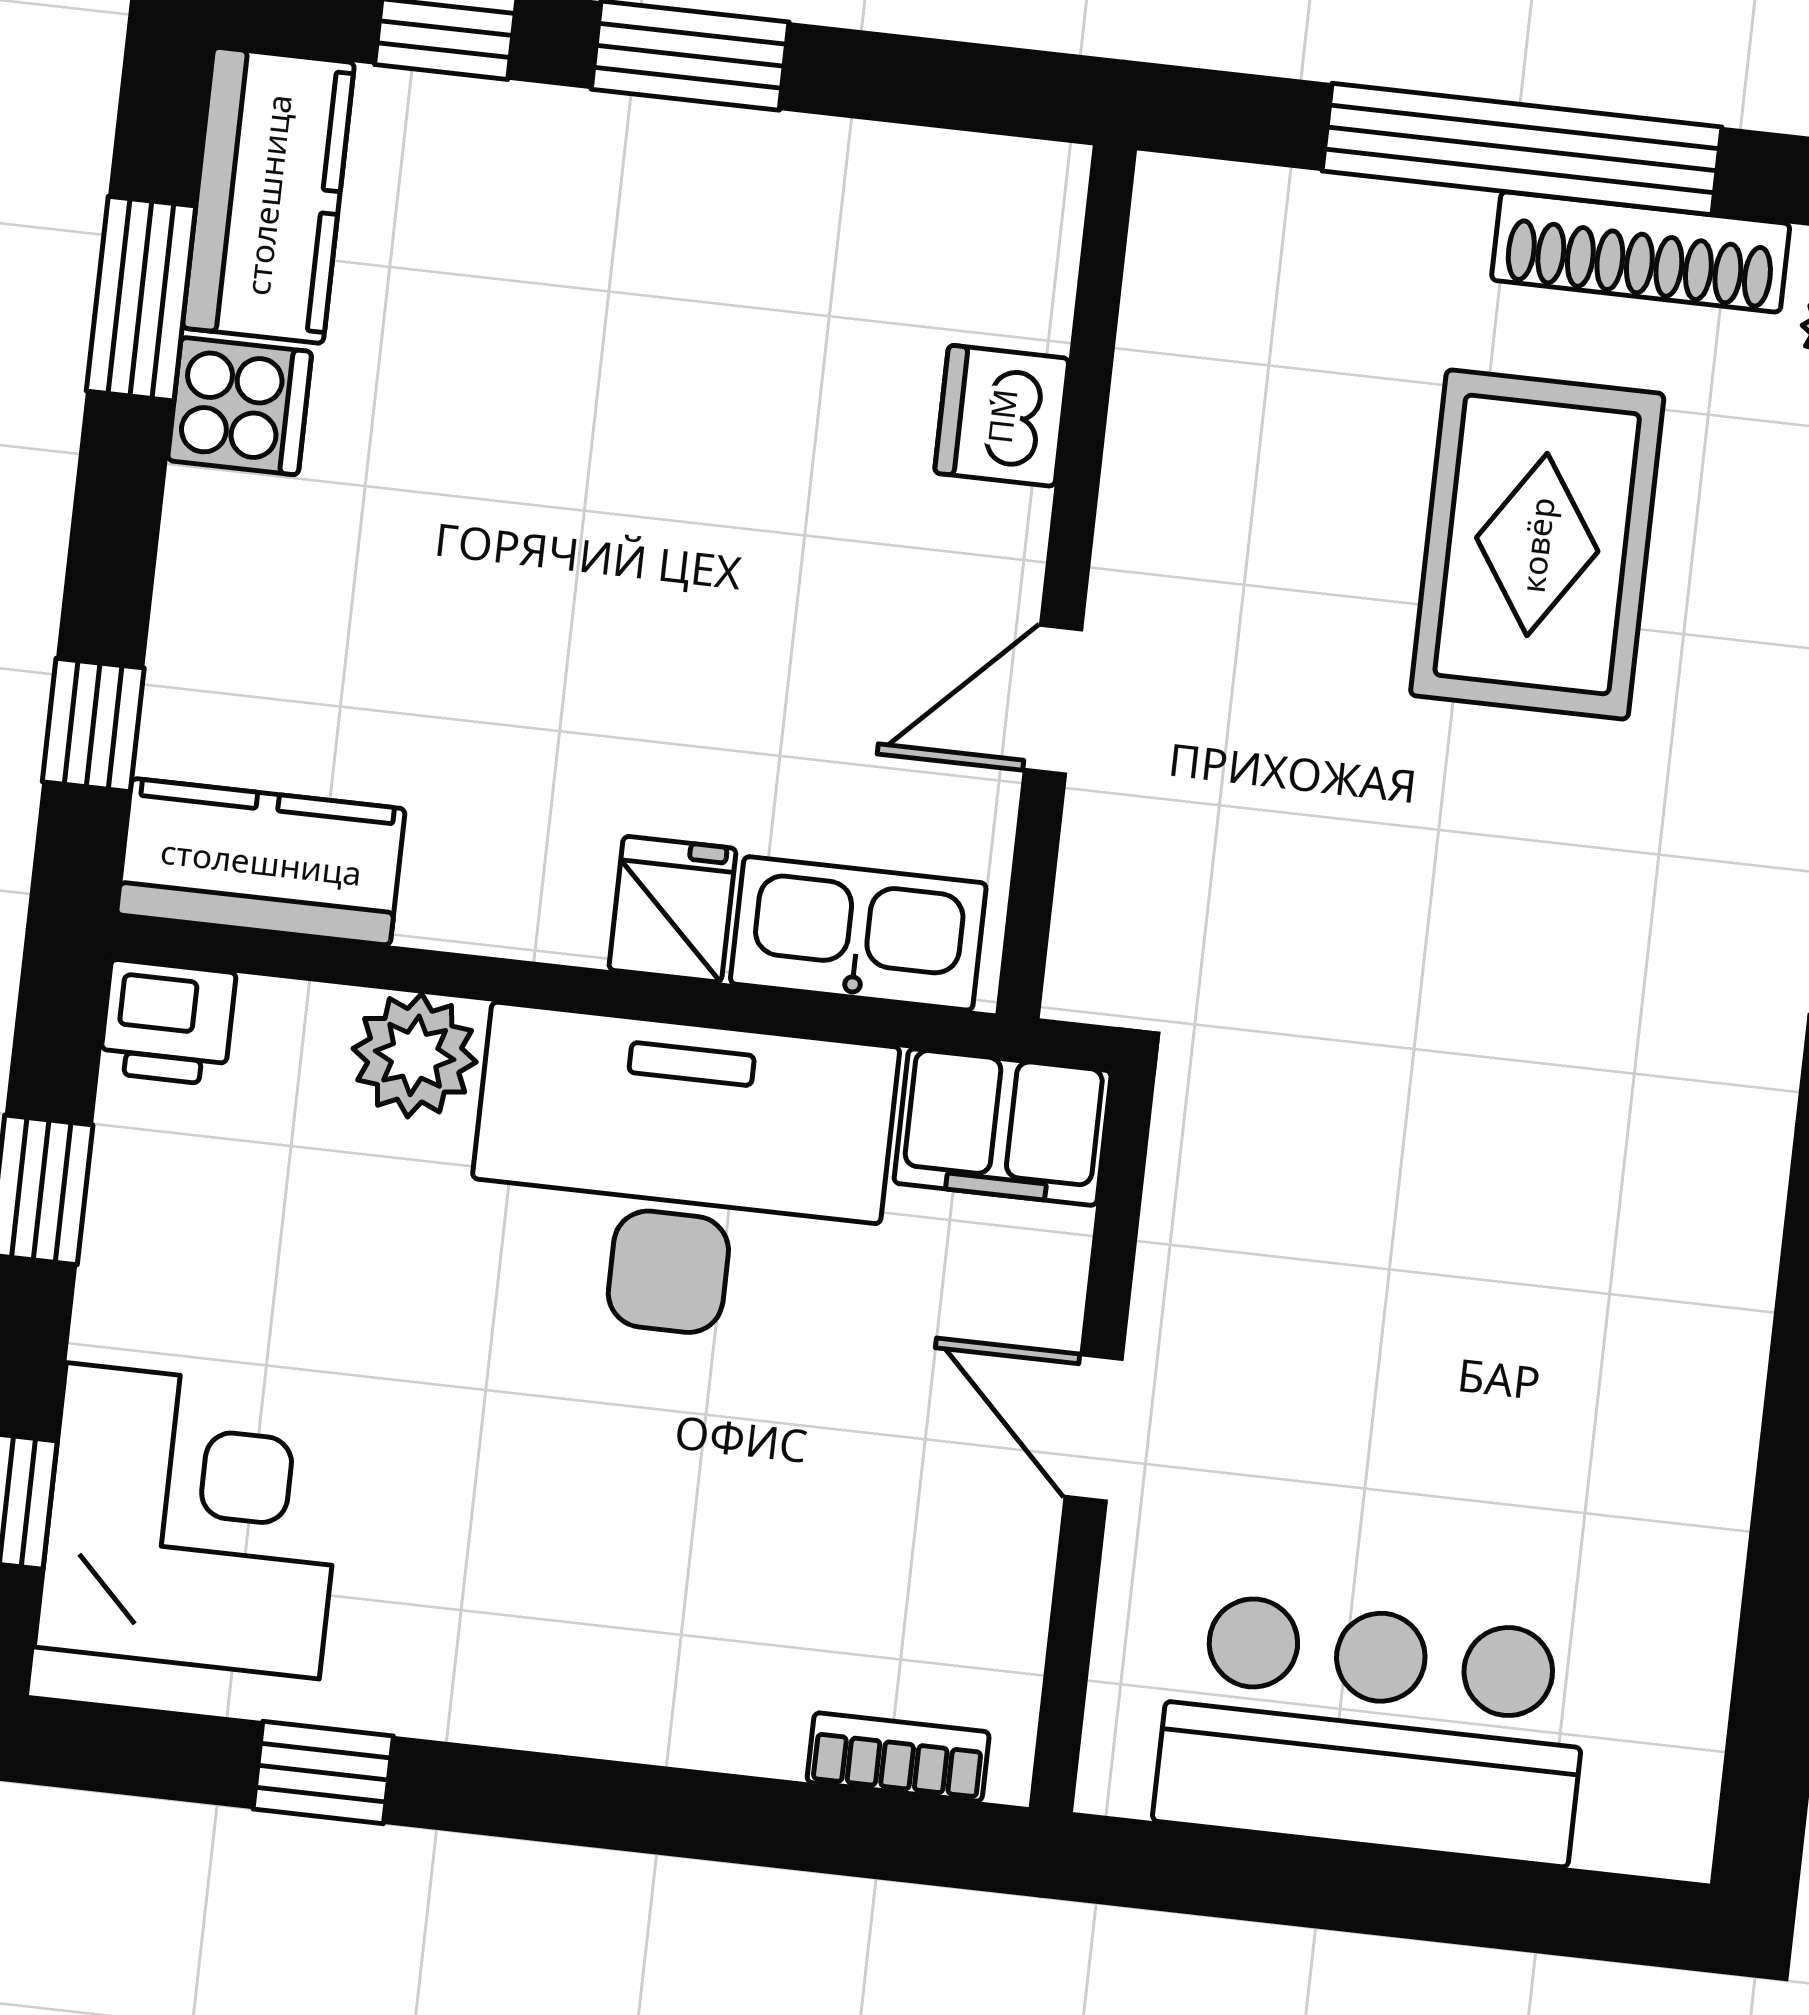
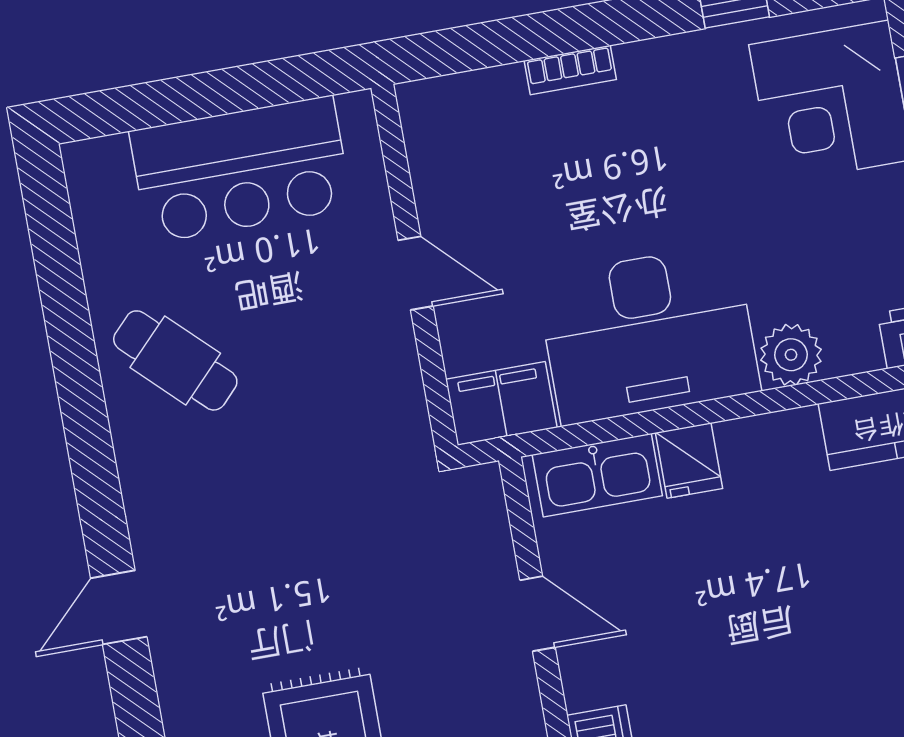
door: (1053, 700) -> (538, 614), hinge flipped
cafe table: (1608, 1397) -> (175, 360), added
bookcase: (898, 1757) -> (570, 70), moved

